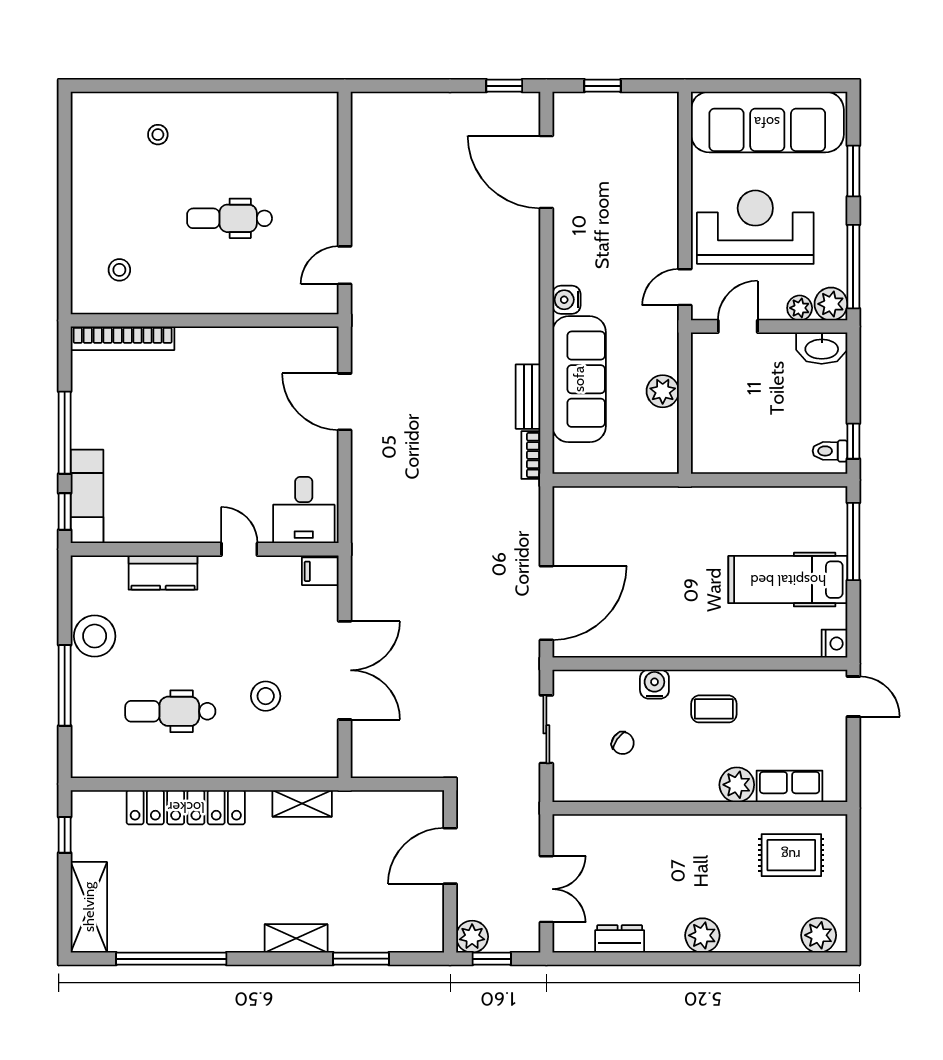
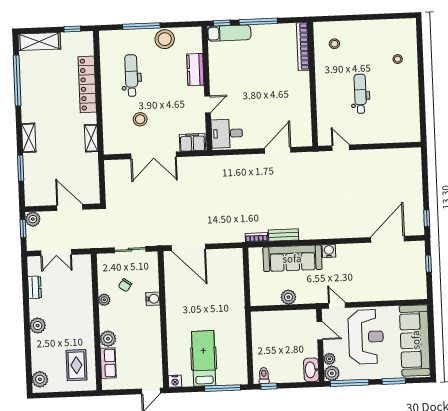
filing cabinet: (320, 571) -> (192, 142), width x2.00
coffee table: (714, 709) -> (143, 327), removed
plant: (652, 789) -> (104, 300), added

